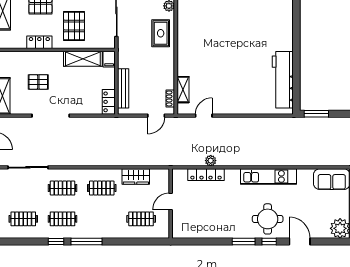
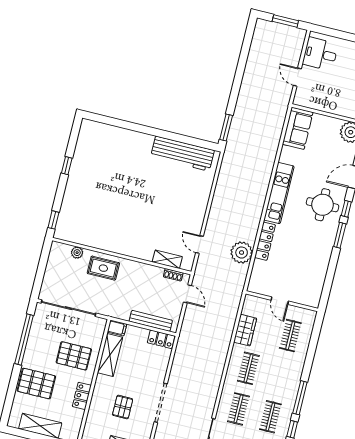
plant: (211, 161) -> (242, 253), width x1.88, depth x1.88
locker: (206, 175) -> (265, 241), moved

